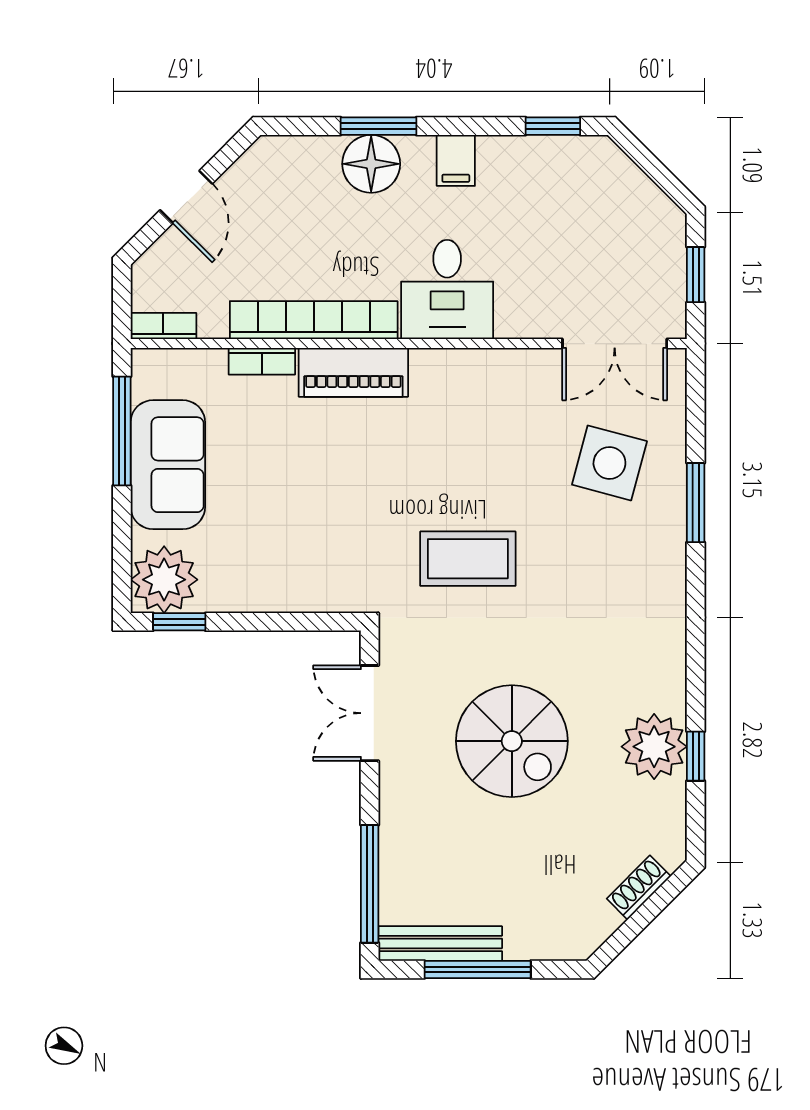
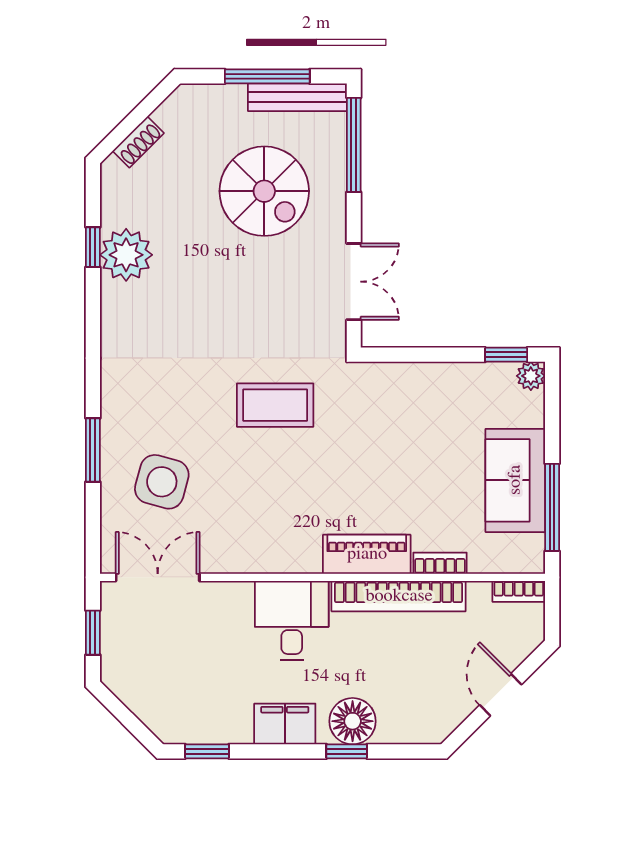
window: (379, 126) -> (347, 751), width x0.67
filing cabinet: (456, 160) -> (285, 724), width x2.00
plant: (164, 580) -> (531, 376), width x0.53, depth x0.53
spiral stairs: (512, 741) -> (264, 191), moved, turned 180

